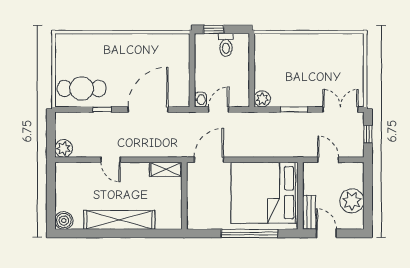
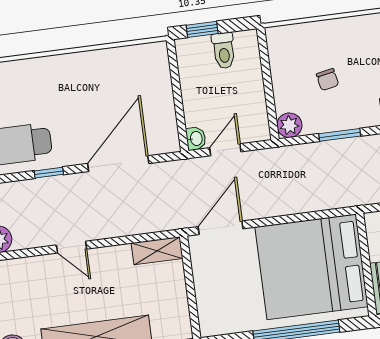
chair: (291, 73) -> (328, 80), added

